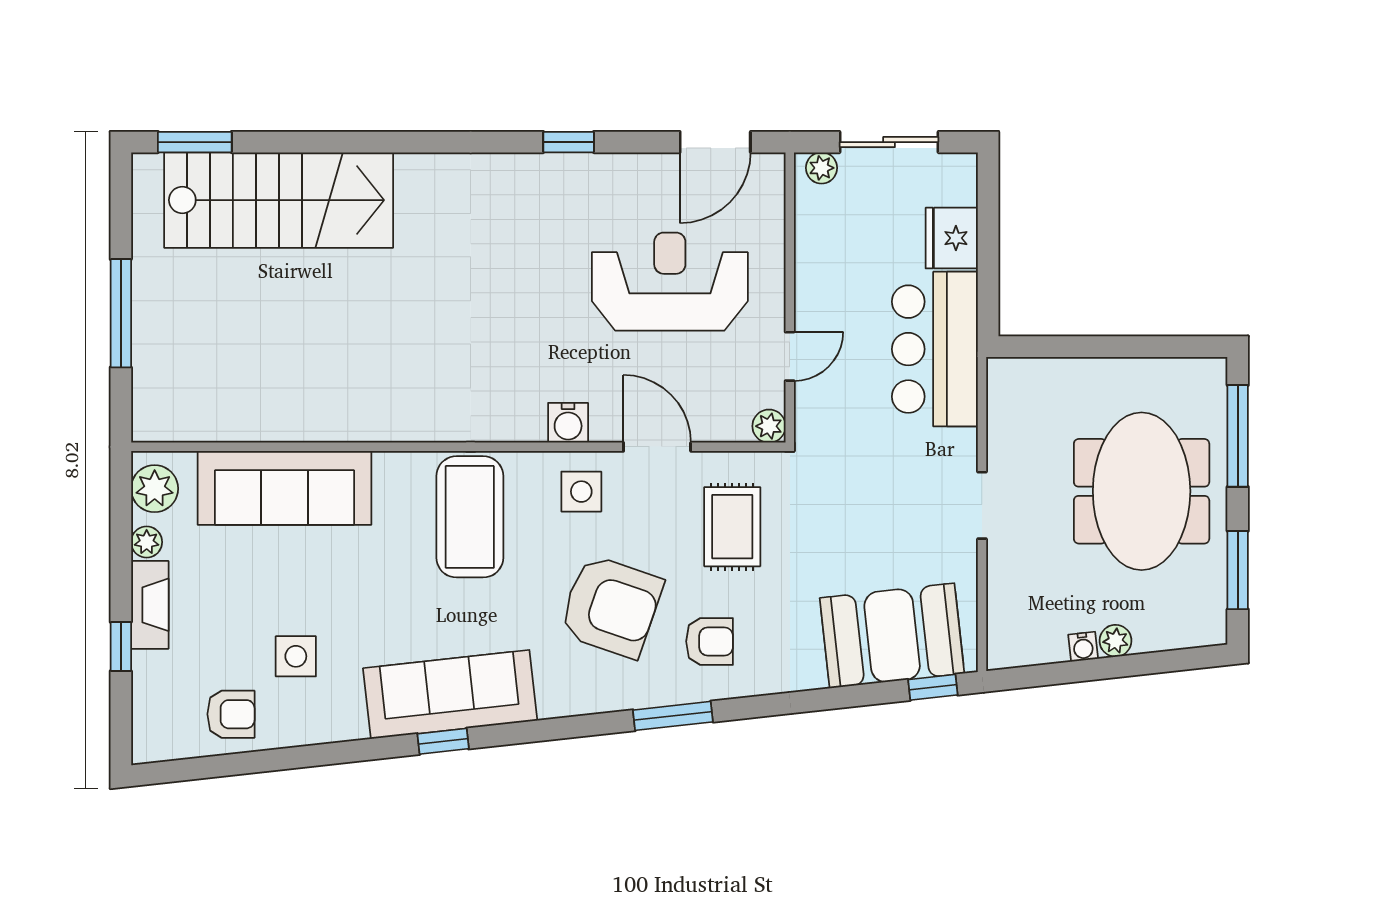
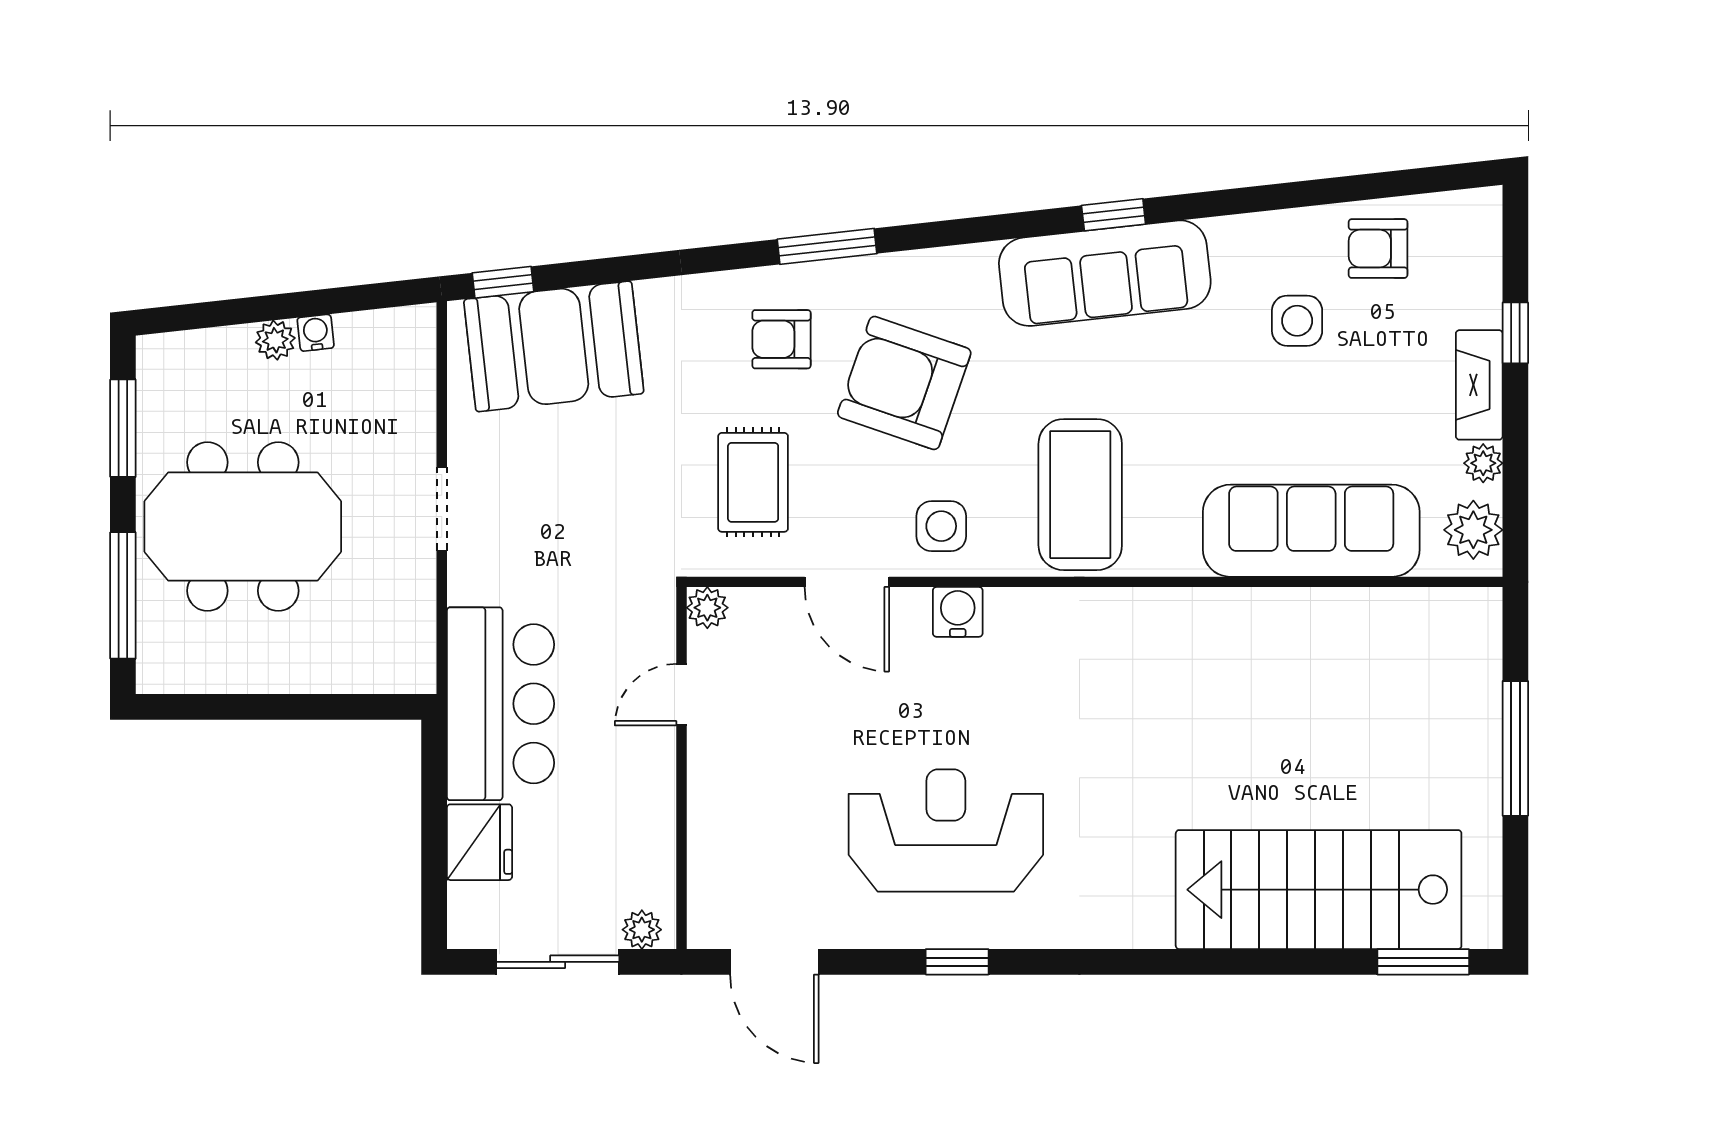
door: (715, 142) -> (774, 962), swing flipped
reception desk: (670, 282) -> (946, 830), moved, turned 180
meeting table: (1142, 491) -> (243, 527), turned 90

